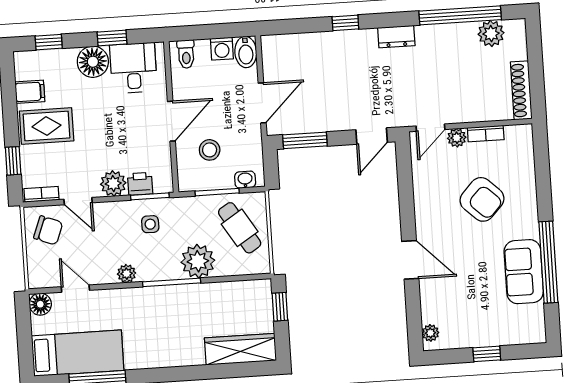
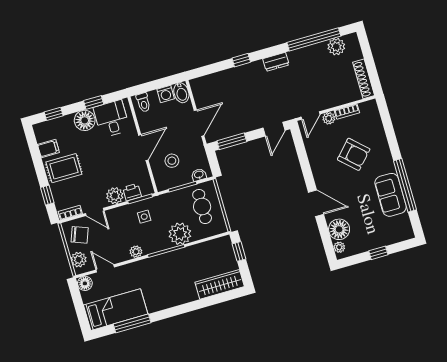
cafe table: (240, 228) -> (202, 206), turned 32
plant: (39, 267) -> (79, 260), added
floor lamp: (436, 306) -> (339, 229), added

